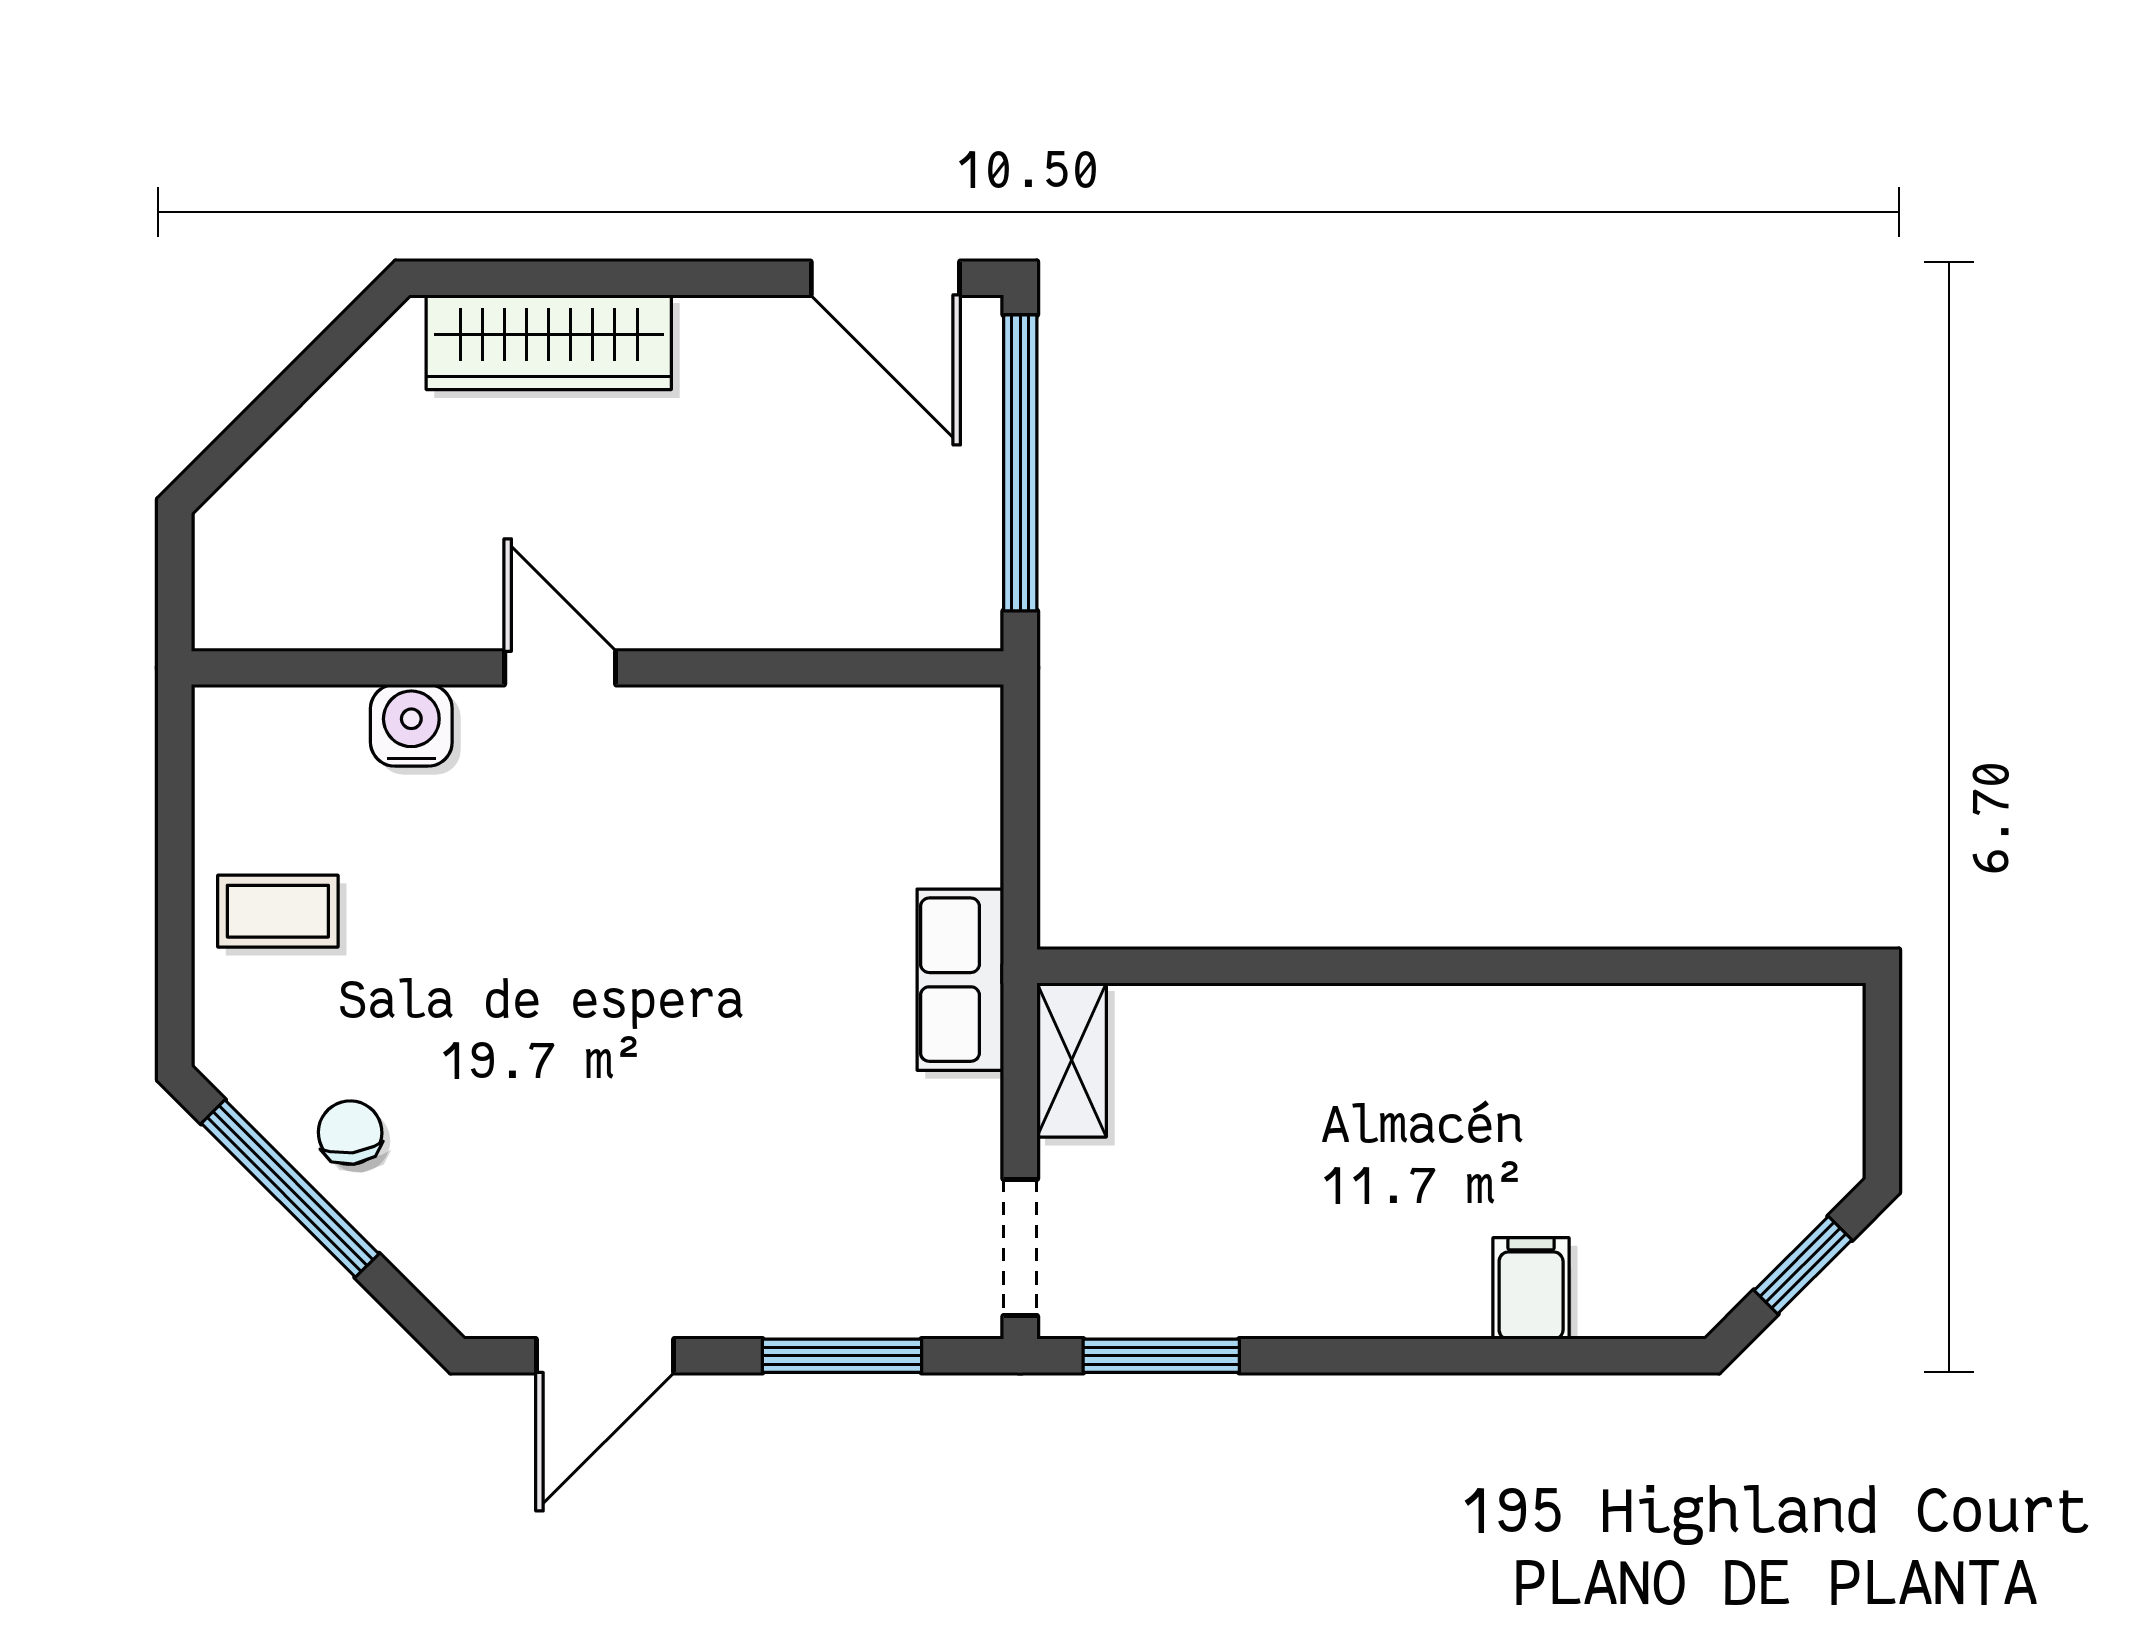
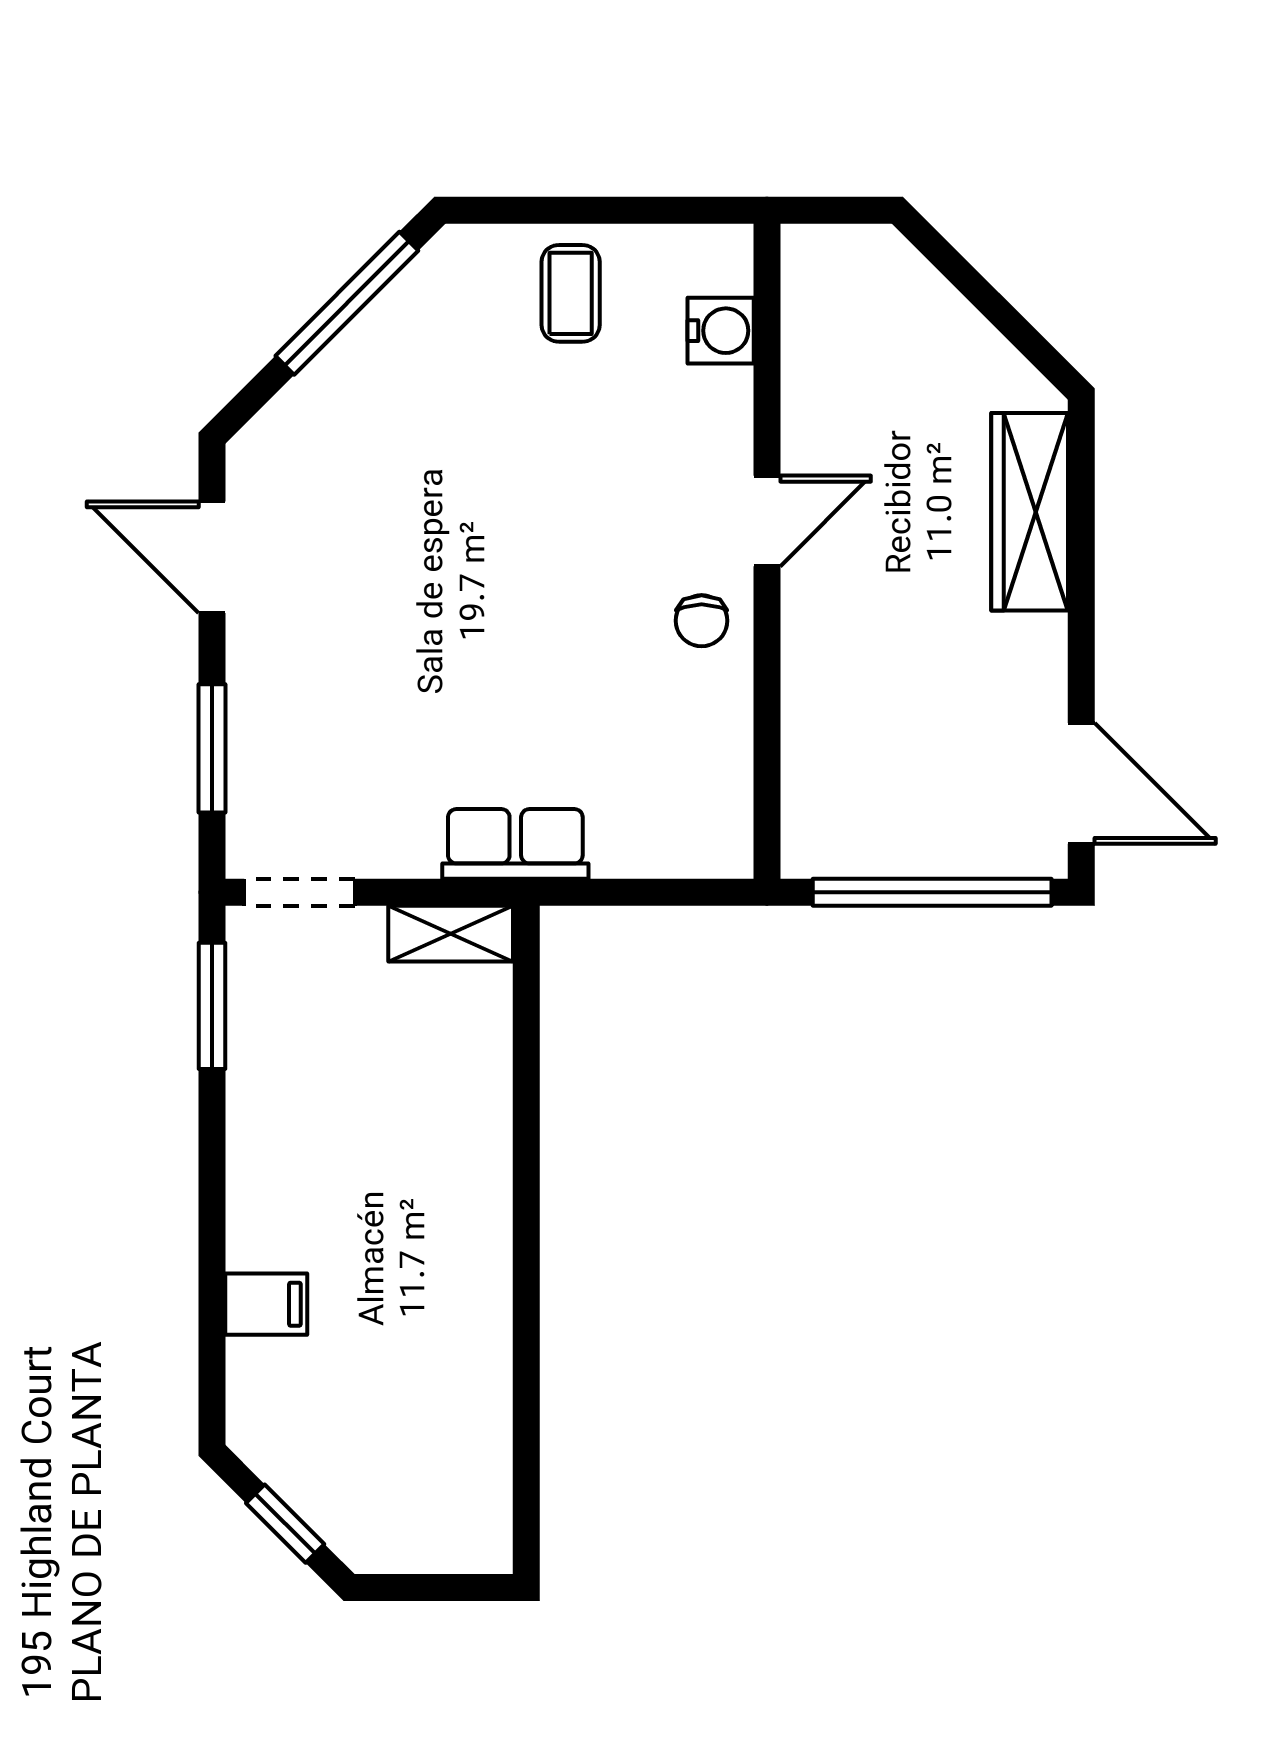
door: (885, 278) -> (1081, 783), swing flipped
water cooler: (411, 725) -> (721, 331), moved
chair: (350, 1133) -> (702, 621), moved, turned 97

